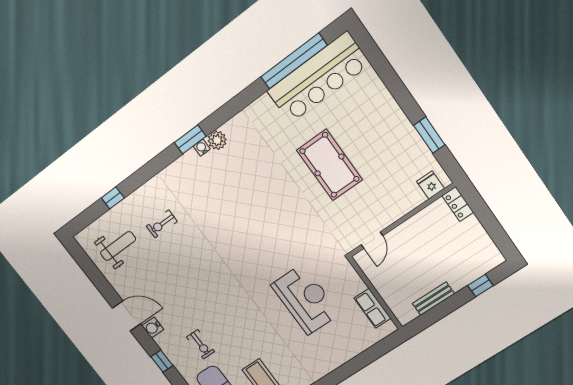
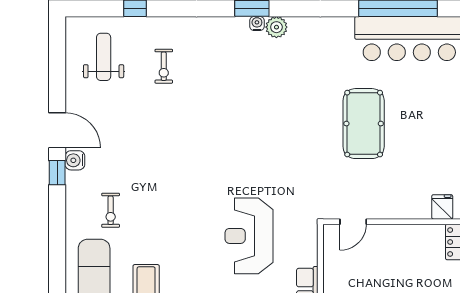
exercise bike: (162, 224) -> (164, 66), turned -90
weight bench: (118, 246) -> (104, 57), turned -90
reception desk: (305, 299) -> (249, 236), turned 180
window: (162, 361) -> (57, 173), moved

